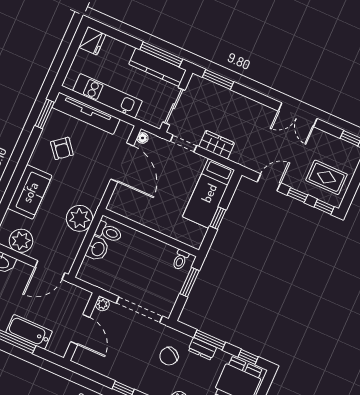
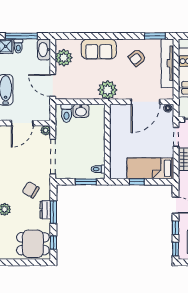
plant: (79, 218) -> (108, 90), moved
toilet: (109, 232) -> (66, 113), moved

